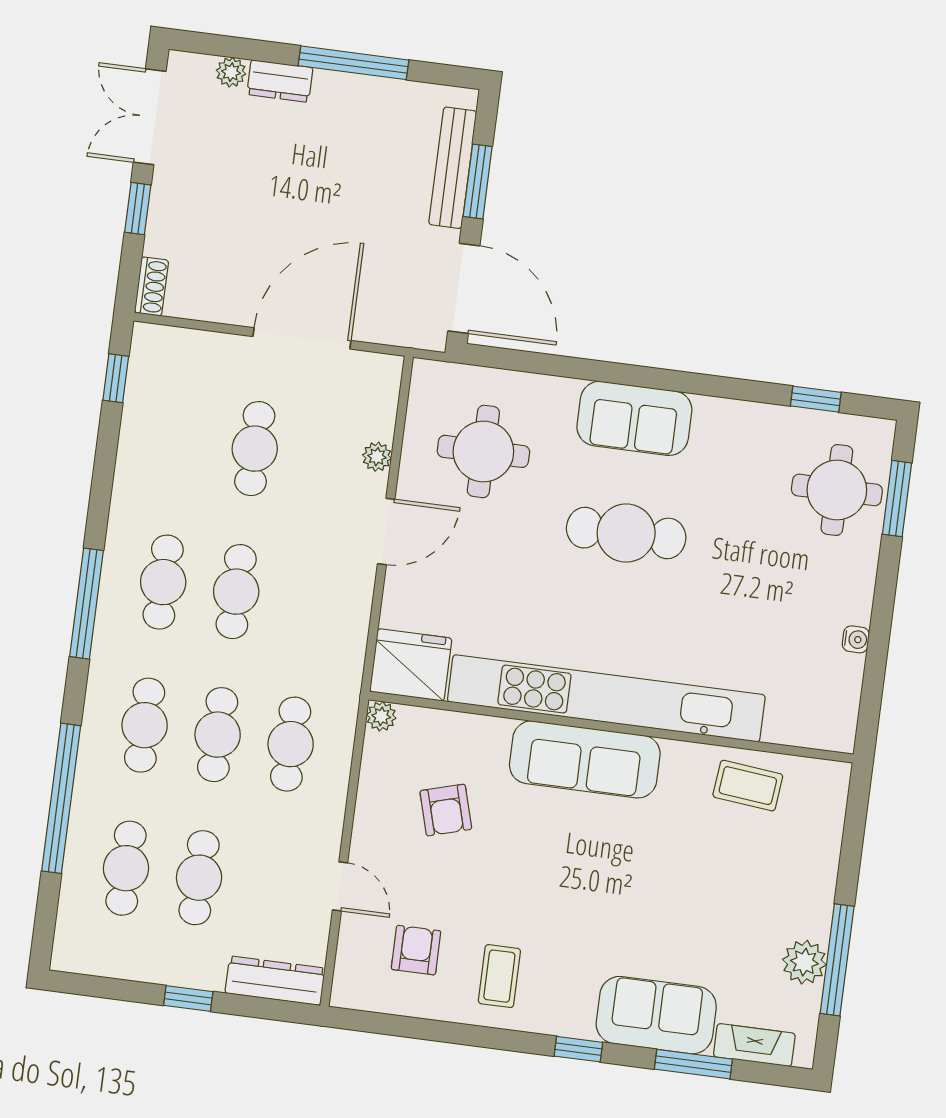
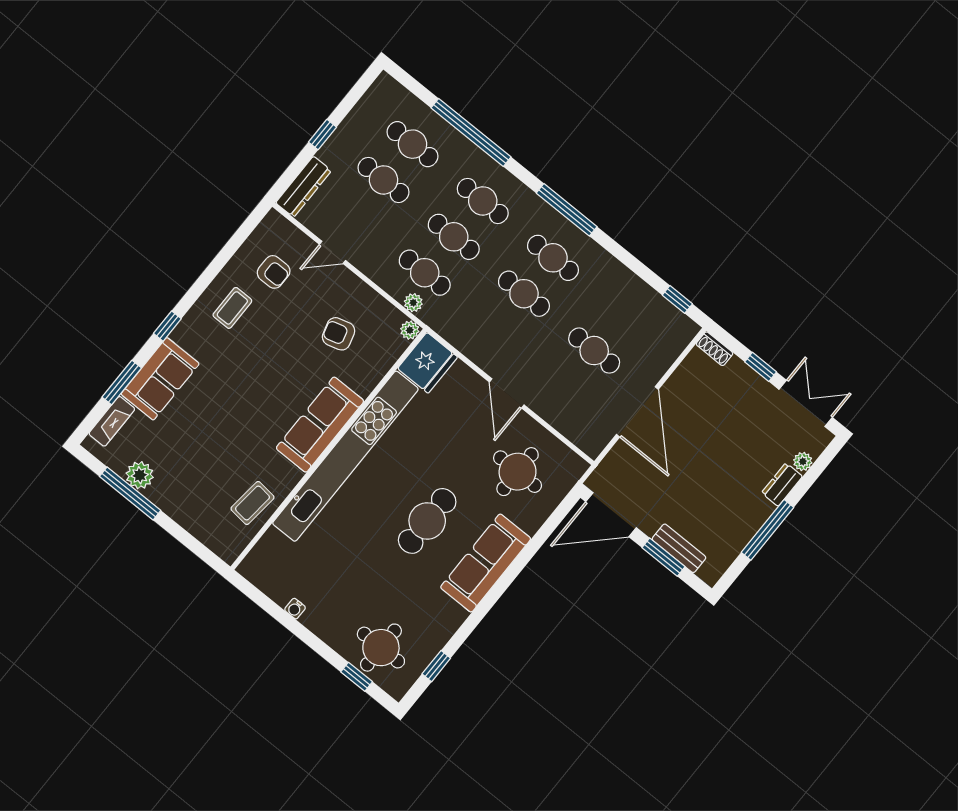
bench: (453, 168) -> (679, 548), width x0.73
sofa: (634, 418) -> (486, 563), width x1.36
plant: (377, 457) -> (413, 303), moved
window: (897, 499) -> (357, 677), width x0.67
coffee table: (499, 976) -> (232, 308), turned 90

